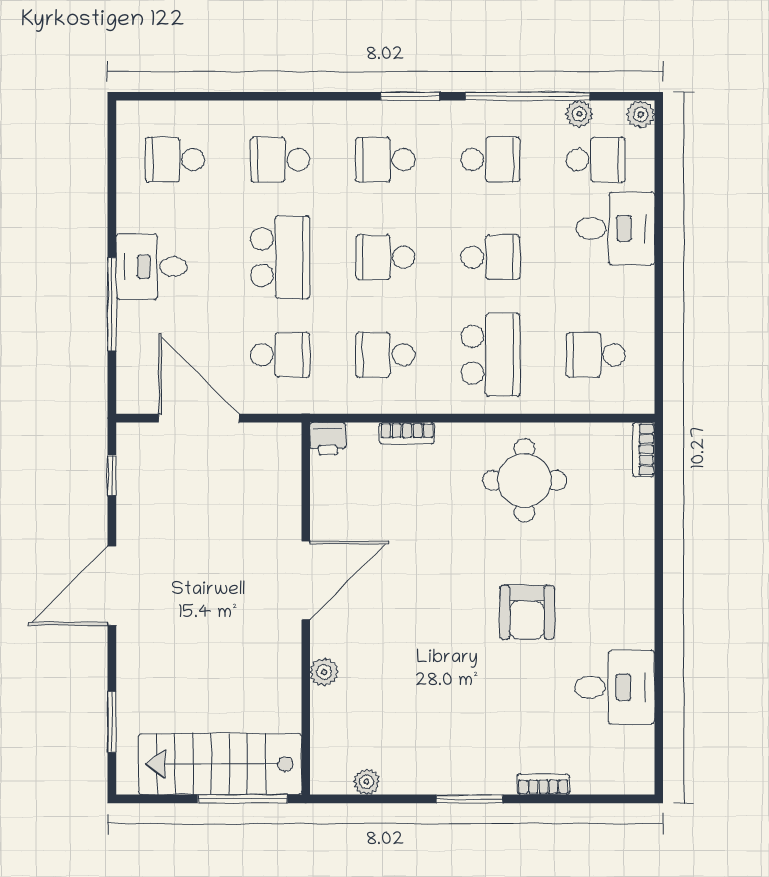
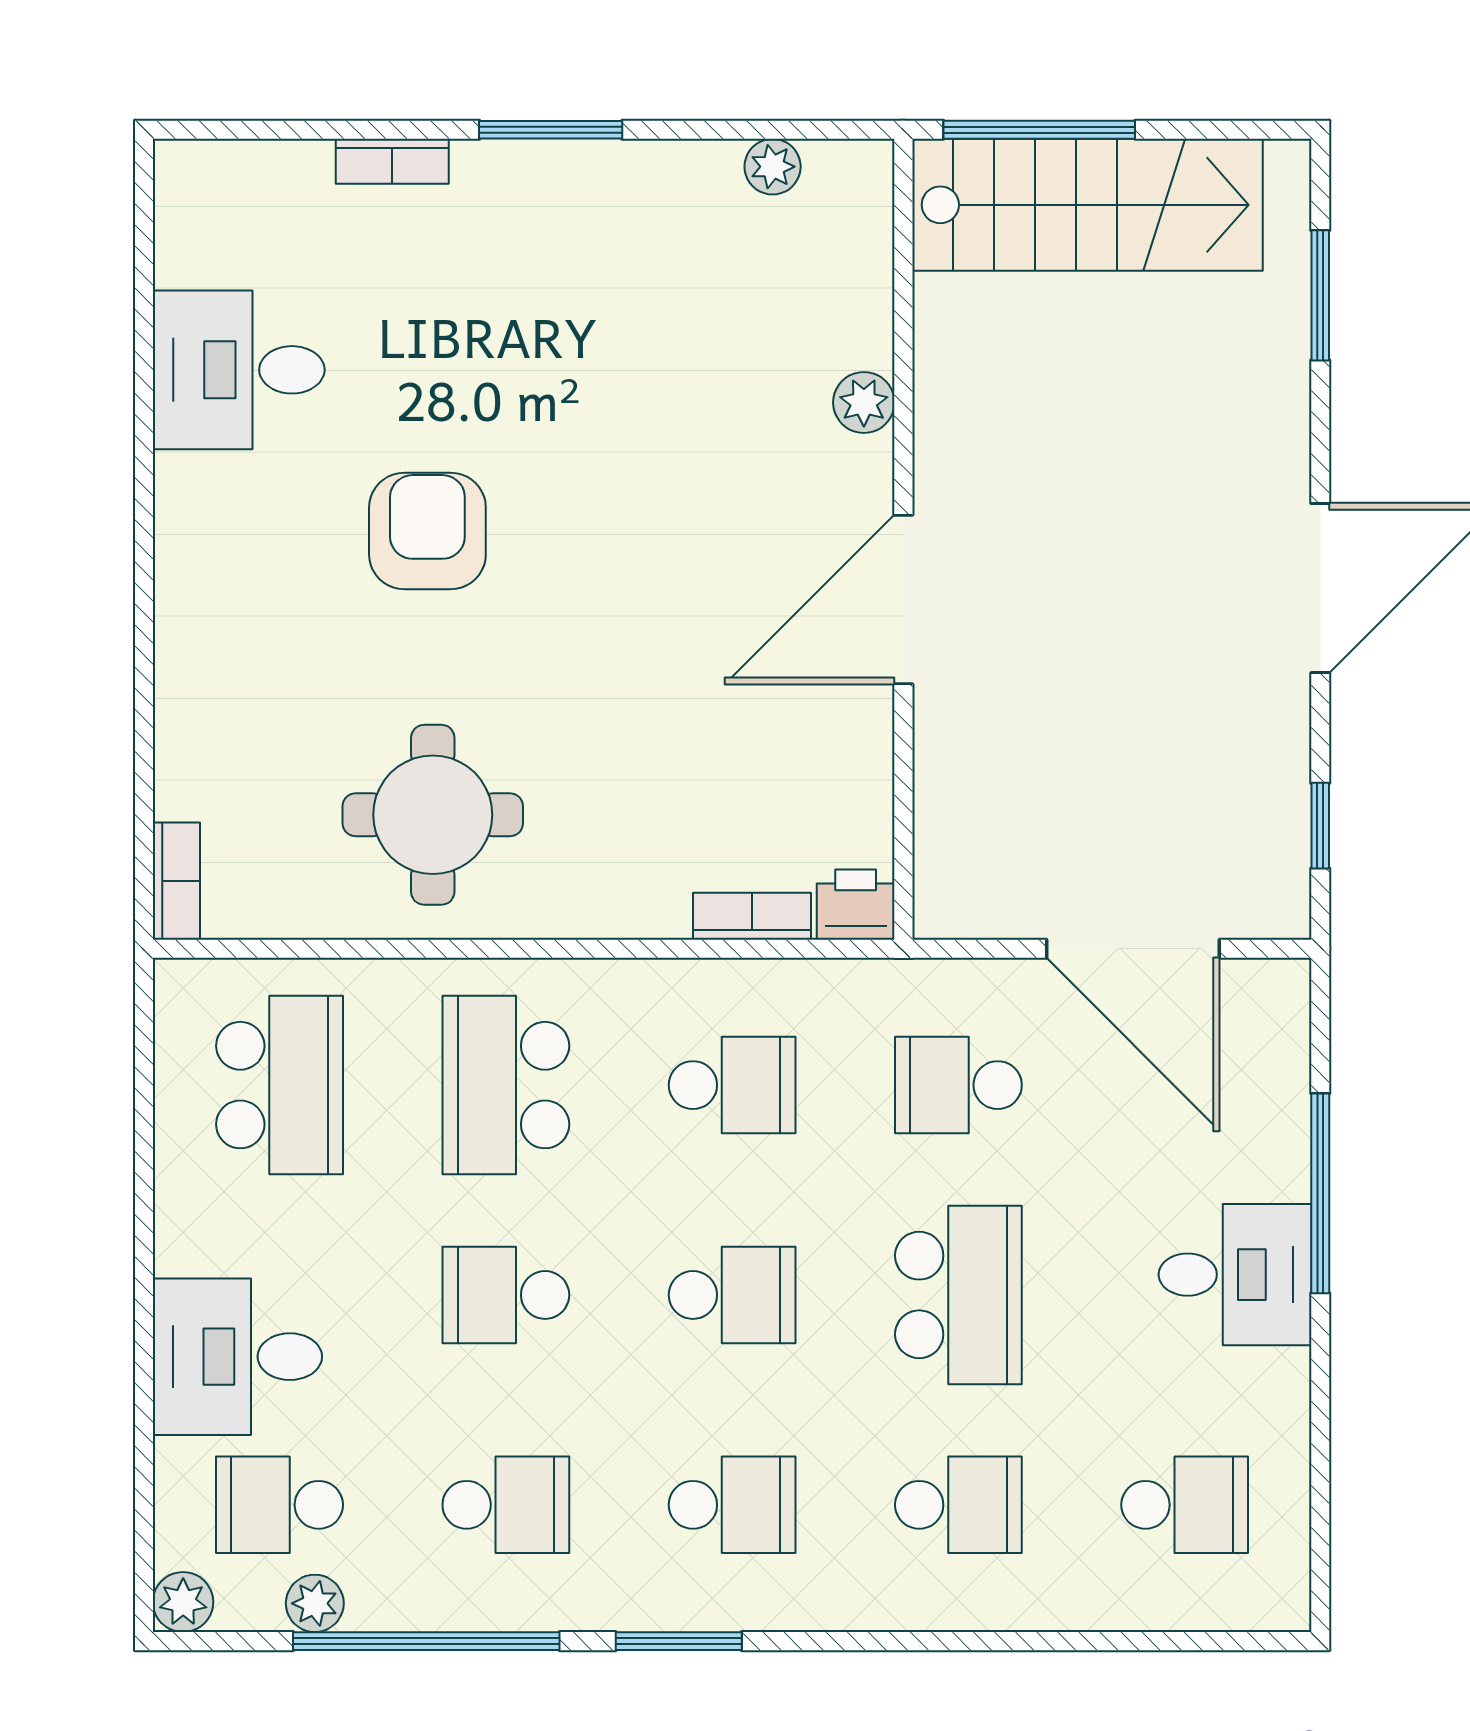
school desk: (491, 160) -> (506, 1505), turned 180
school desk: (280, 257) -> (958, 1295), turned 180
school desk: (596, 355) -> (280, 1085), width x1.85
bookcase: (407, 433) -> (752, 916), moved

